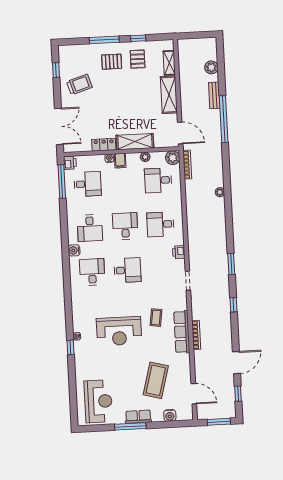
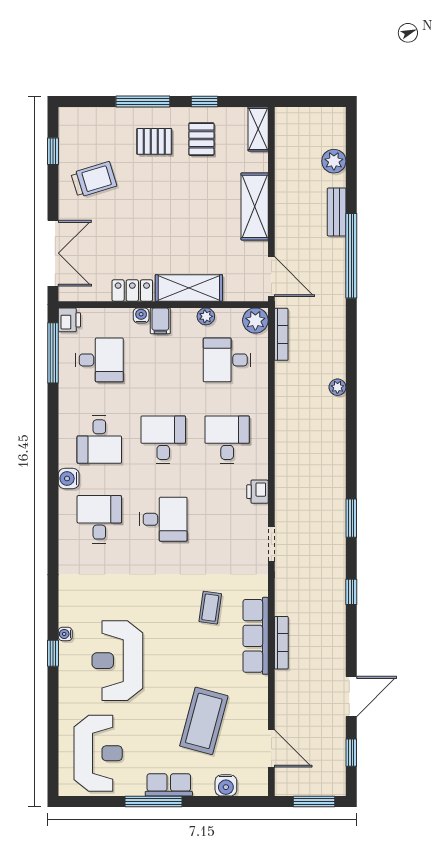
shelving: (169, 63) -> (258, 129), moved
desk: (160, 224) -> (227, 440), turned 90
reception desk: (119, 331) -> (117, 661), moved, turned 90

